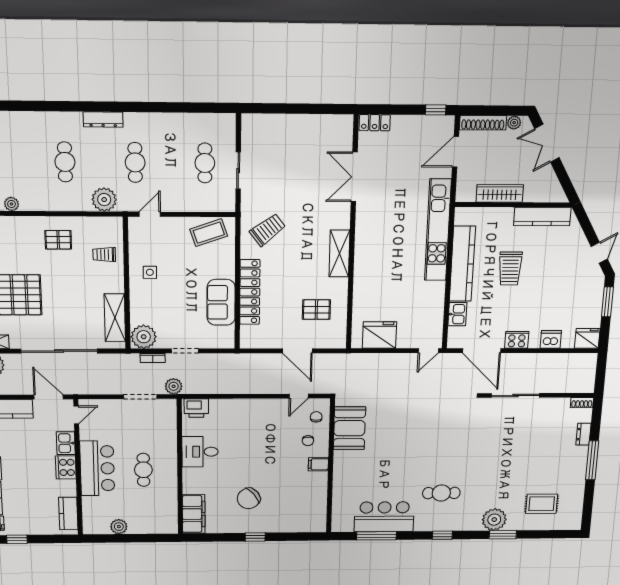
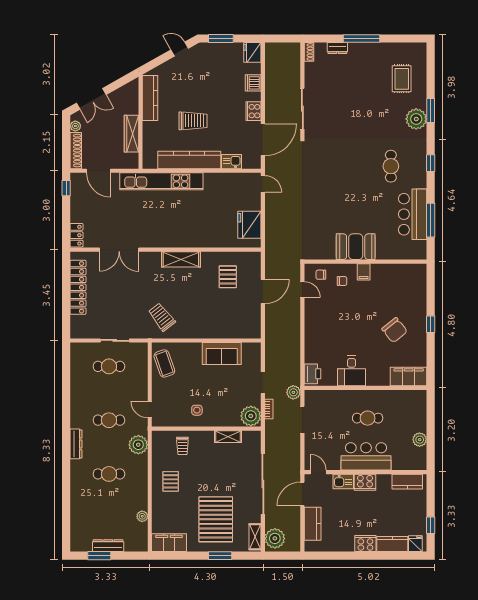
locker: (250, 292) -> (78, 287), moved, turned 90
shelving: (115, 318) -> (228, 437), width x0.67, depth x0.75
booth: (349, 428) -> (356, 247), moved

